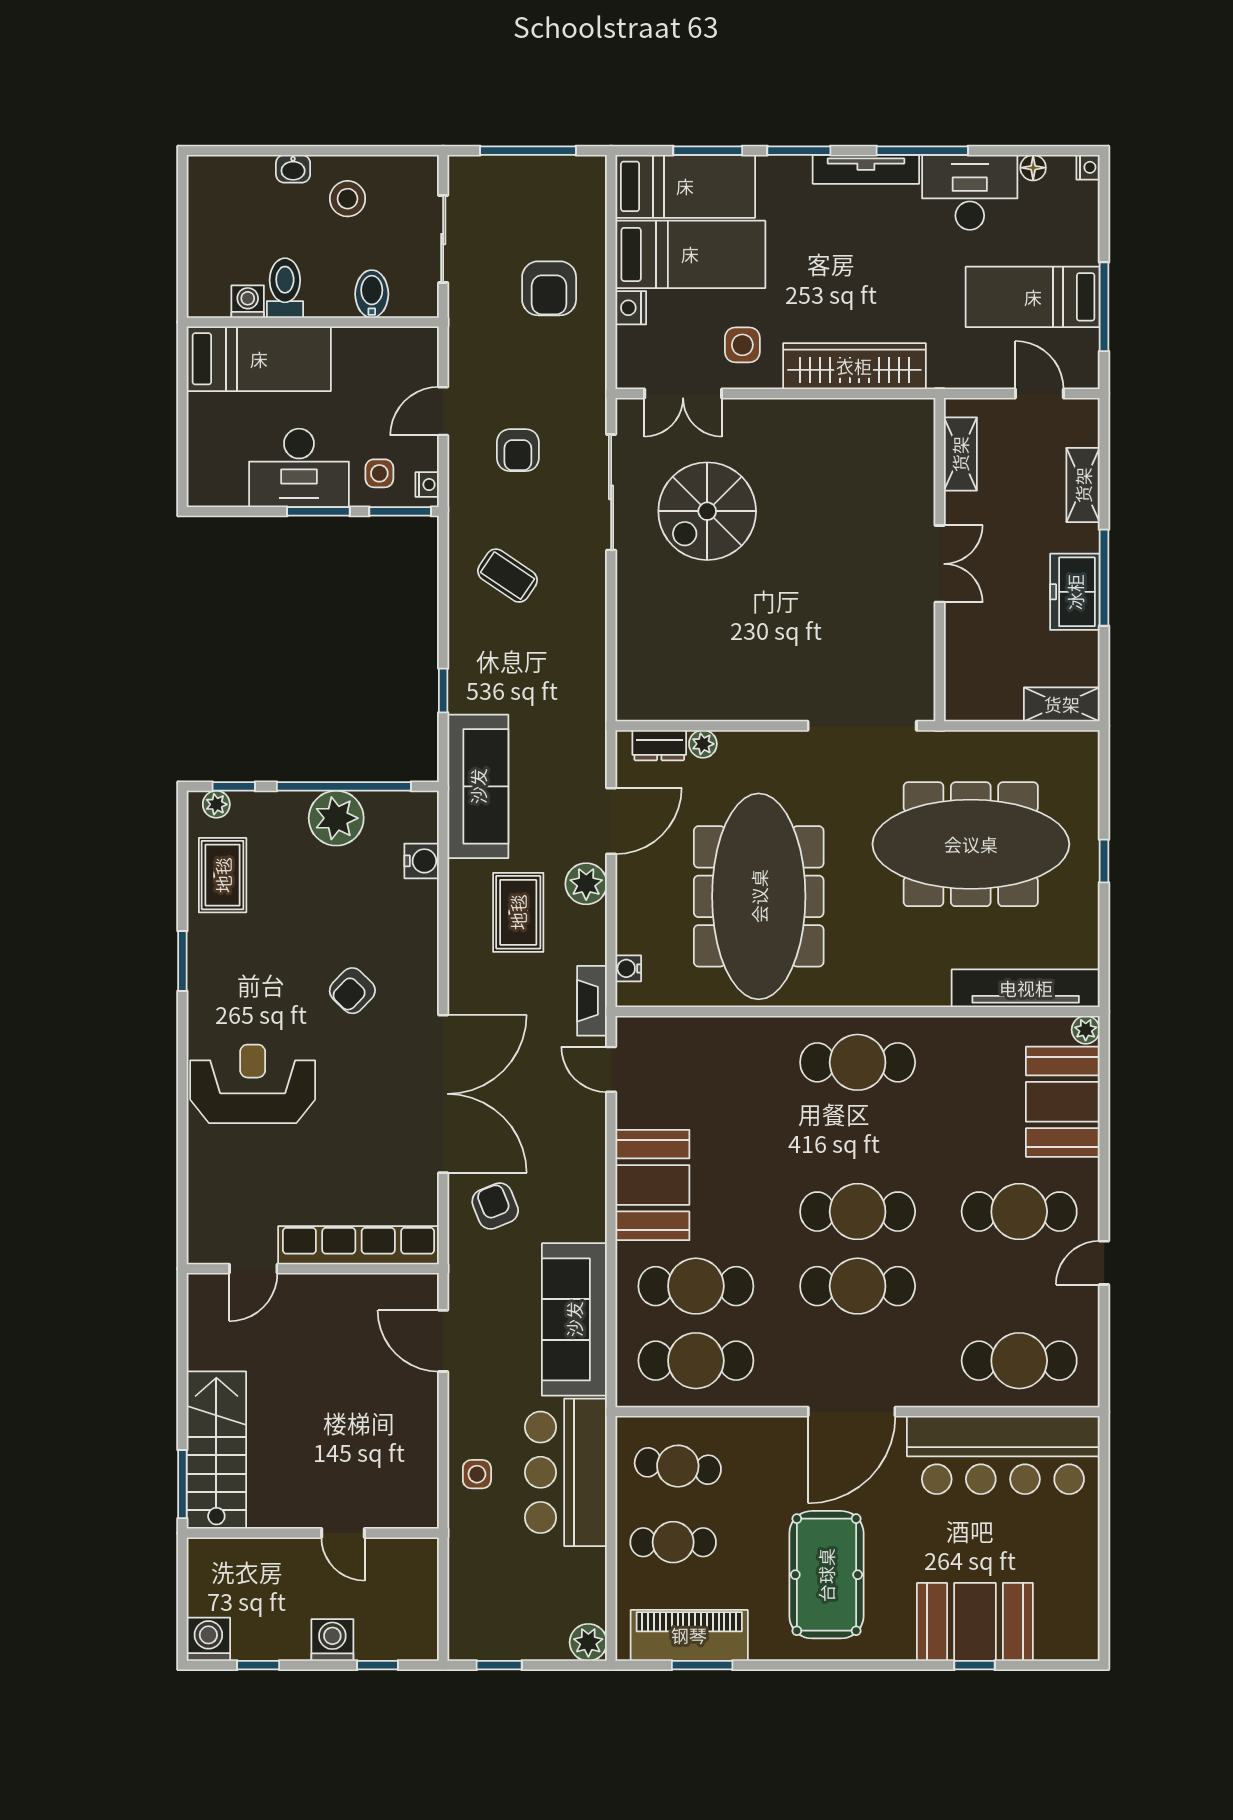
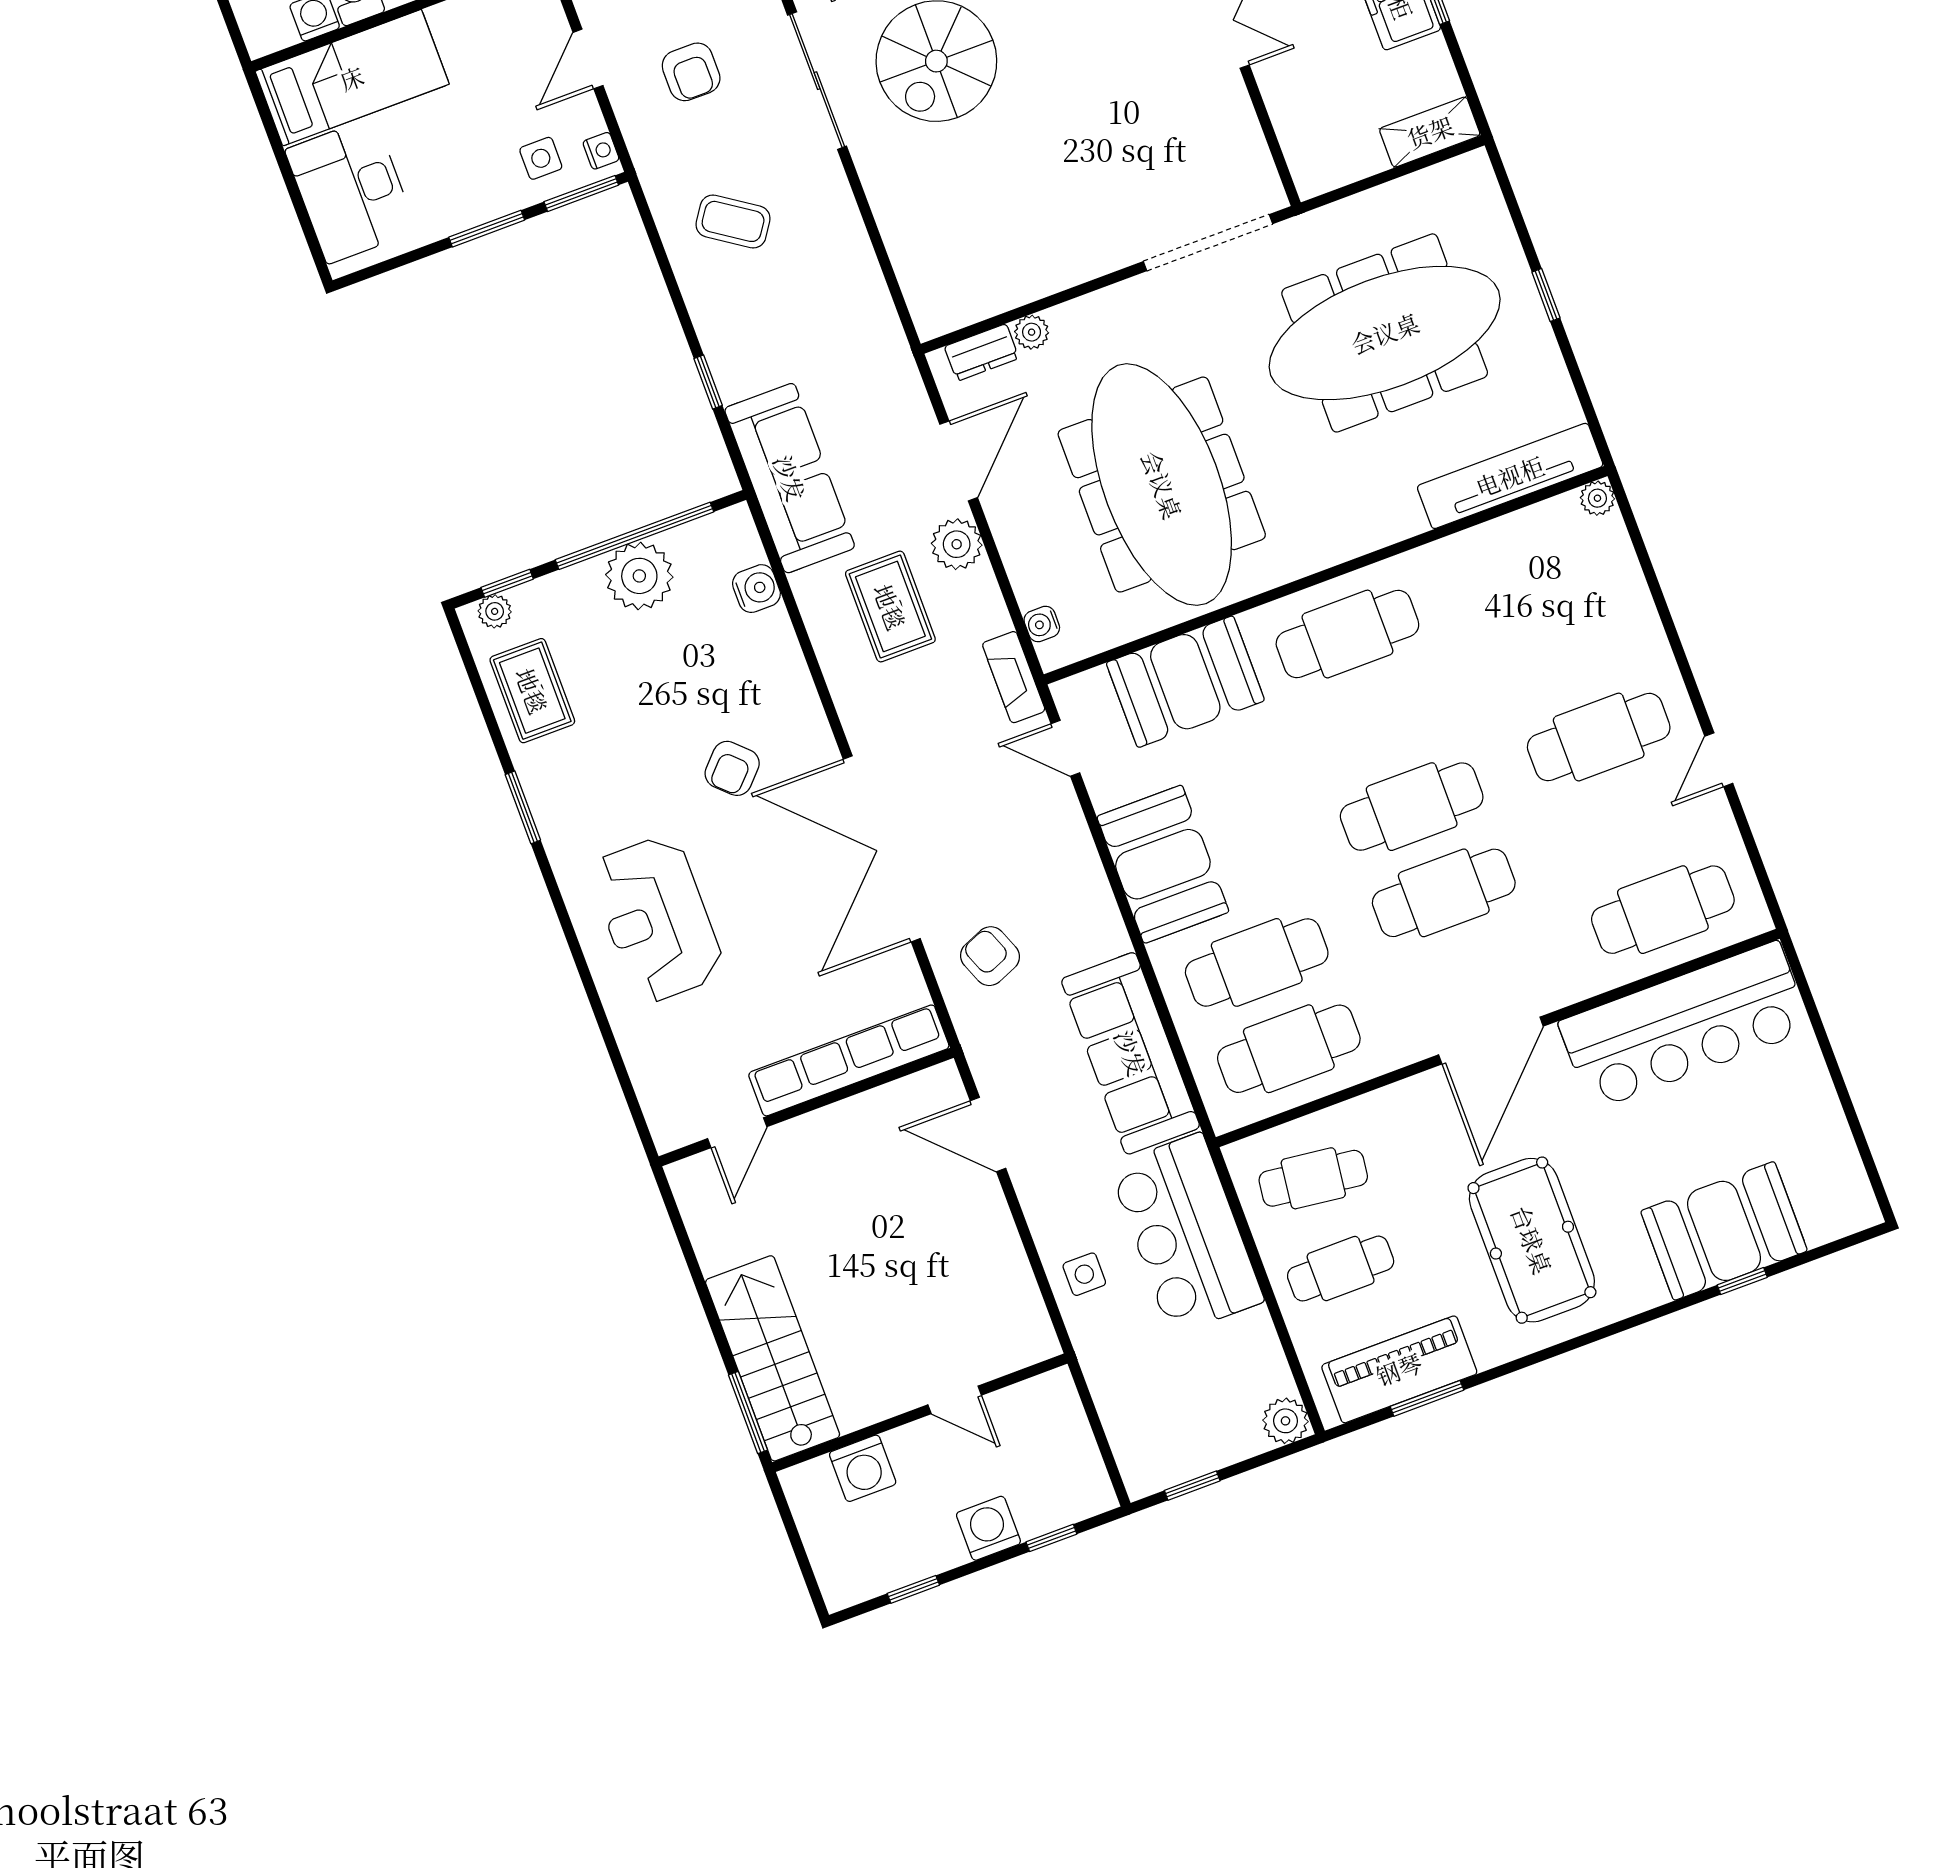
desk: (299, 468) -> (351, 190), moved, turned 90
reception desk: (253, 1084) -> (657, 919), turned -90
double door: (443, 1094) -> (882, 849), swing flipped
booth: (1063, 1102) -> (1185, 682), moved, turned 90
washing machine: (208, 1639) -> (863, 1468), moved, turned 180

